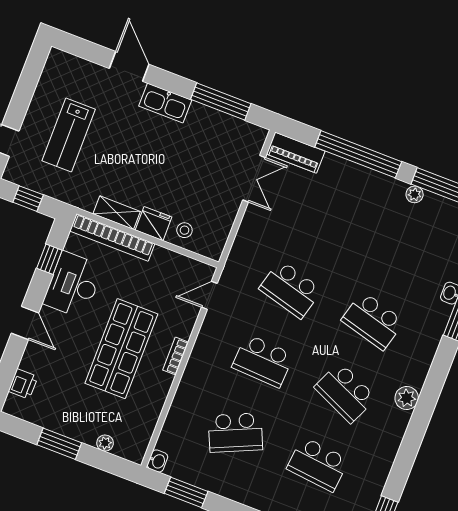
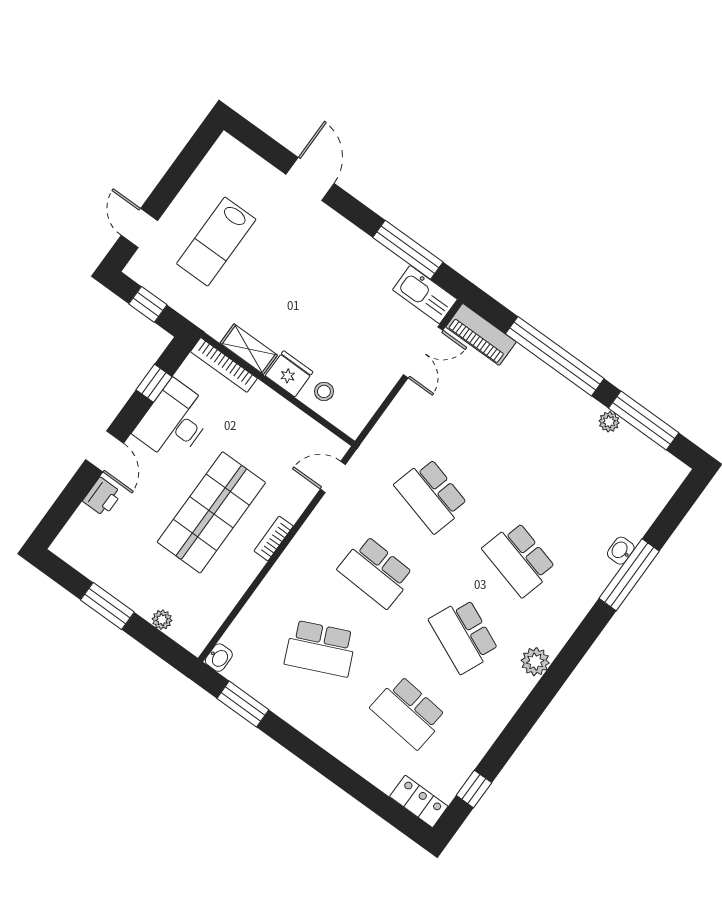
kitchen sink: (165, 103) -> (425, 295), moved
bookcase: (112, 237) -> (224, 365), width x0.68, depth x0.76
printer: (23, 384) -> (102, 497), moved

